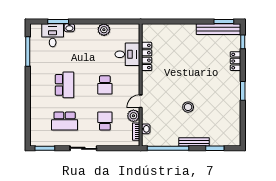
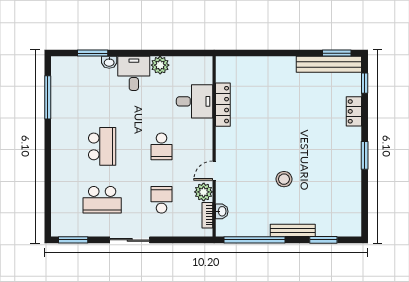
desk: (53, 35) -> (134, 73), moved

